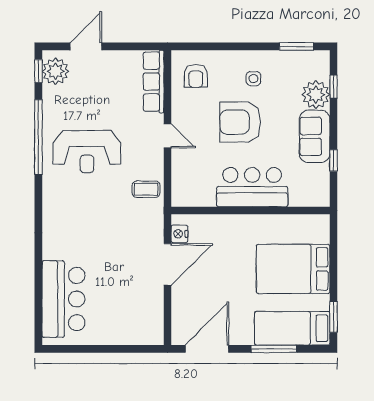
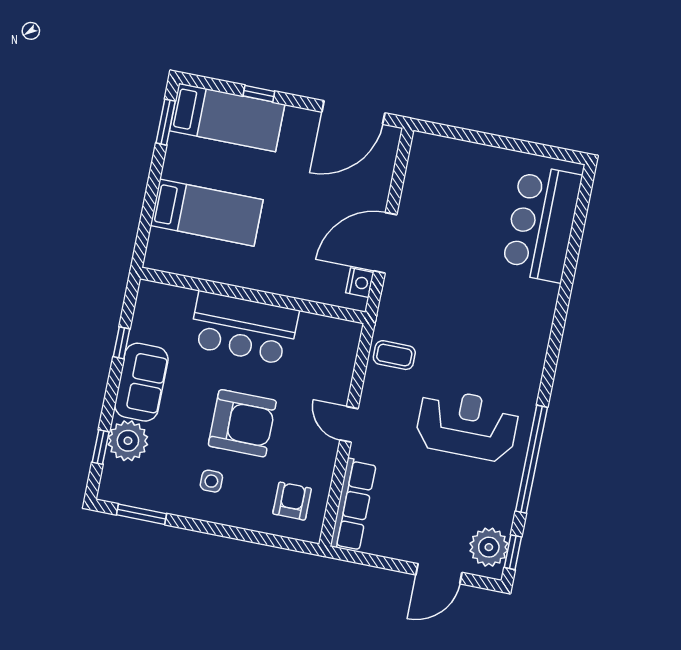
bed: (293, 269) -> (207, 213), width x0.67
window: (274, 349) -> (259, 94), width x0.46

